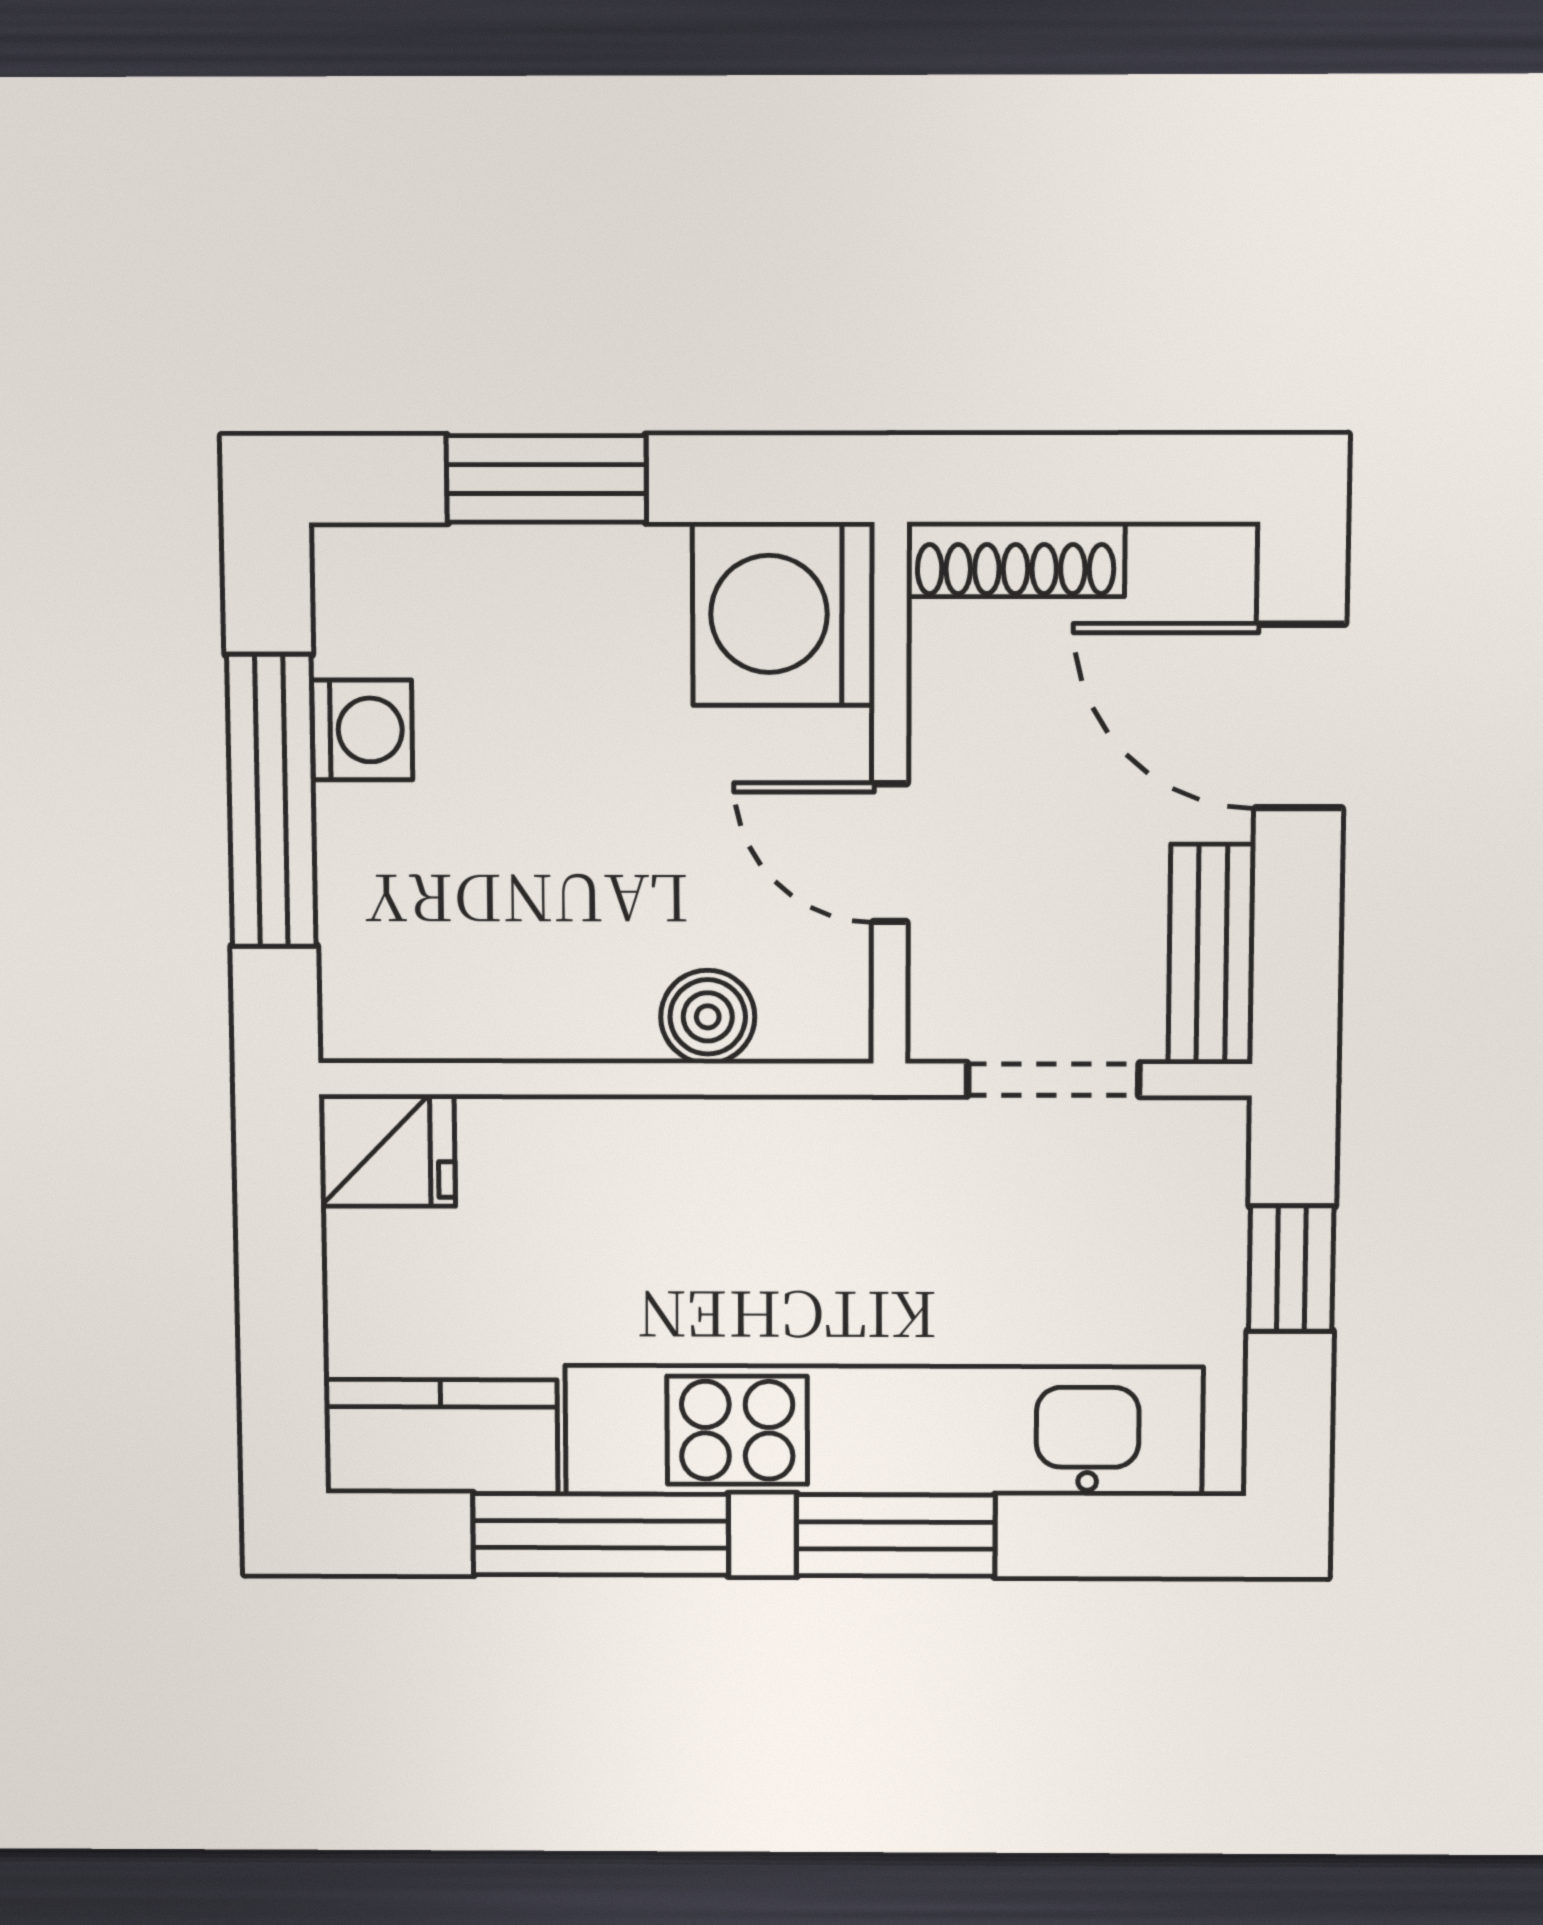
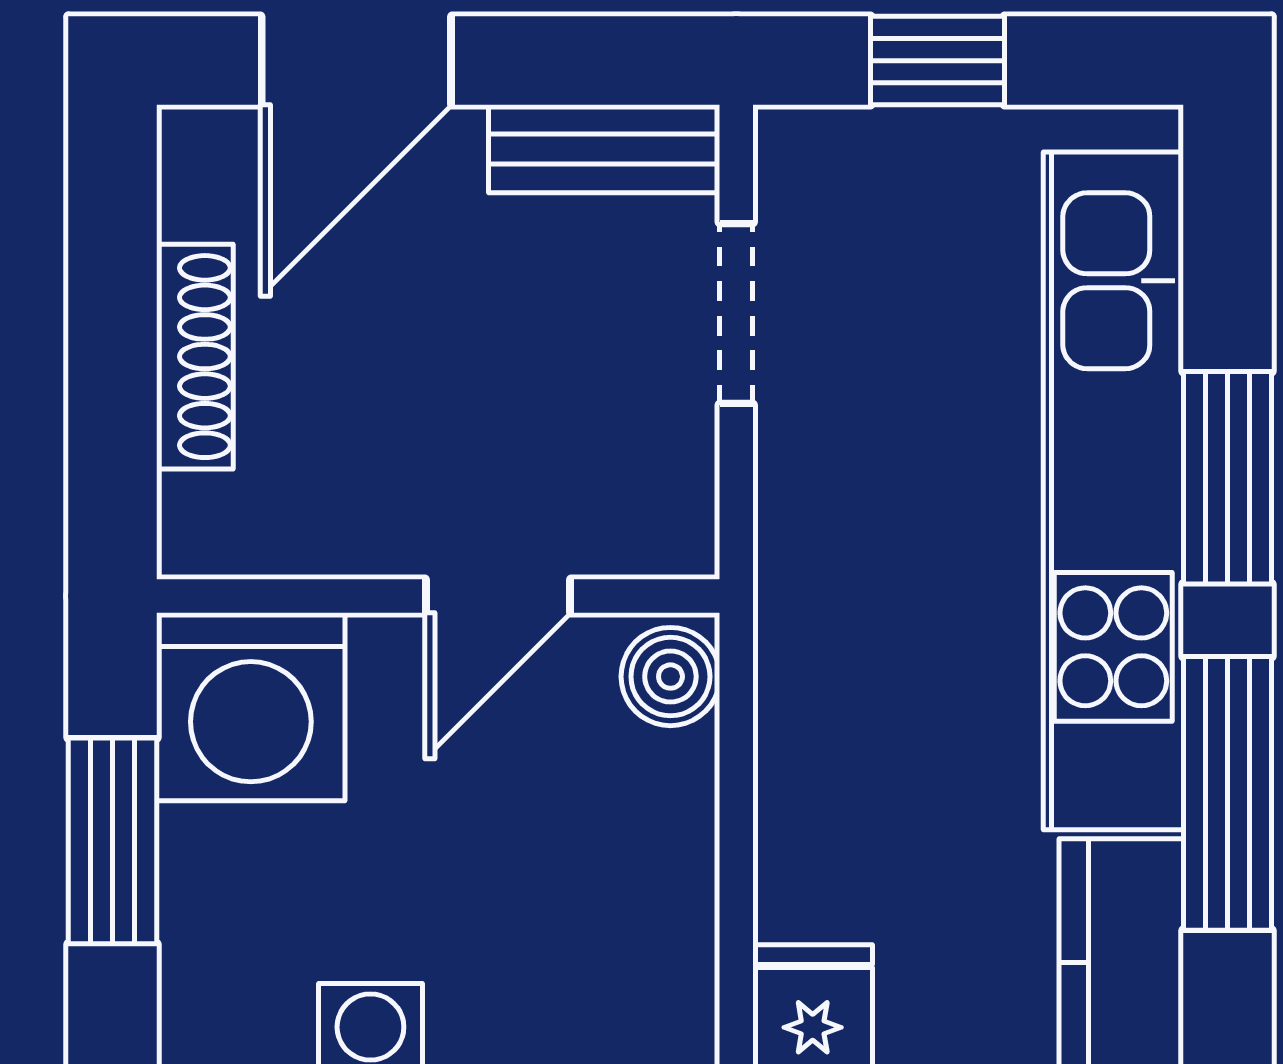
washing machine: (784, 614) -> (251, 707), moved
wall: (890, 795) -> (438, 596), moved
door: (890, 853) -> (498, 596), moved

